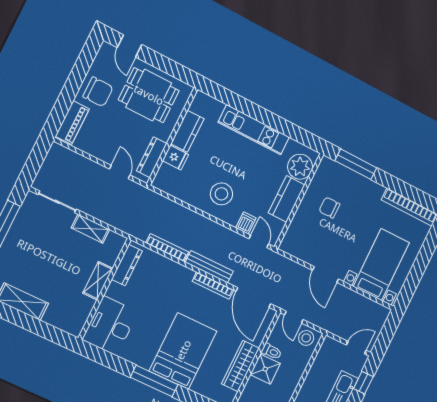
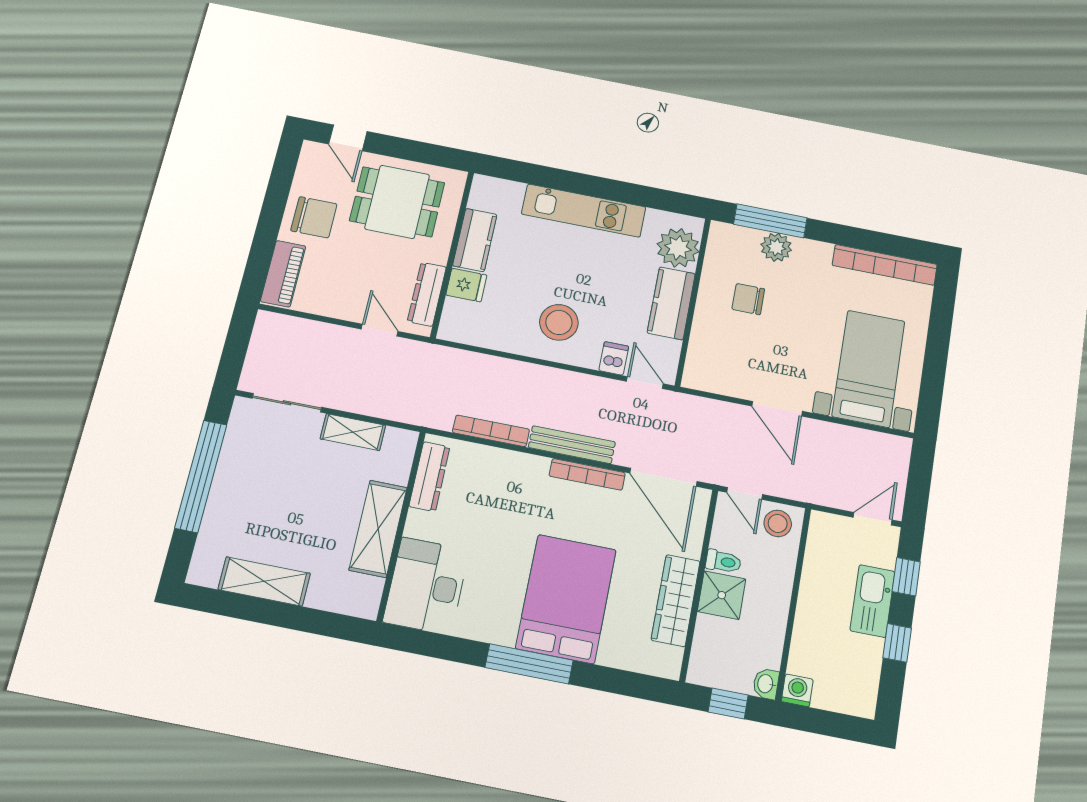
plant: (354, 181) -> (776, 247), added
shelving: (98, 281) -> (378, 529), width x1.50, depth x1.33

